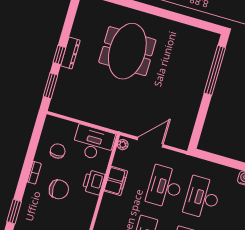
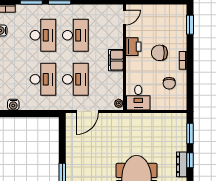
door: (150, 142) -> (87, 112), moved
desk: (93, 143) -> (138, 98), width x0.73
filing cabinet: (116, 181) -> (116, 60), moved
printer: (94, 182) -> (133, 47), moved

